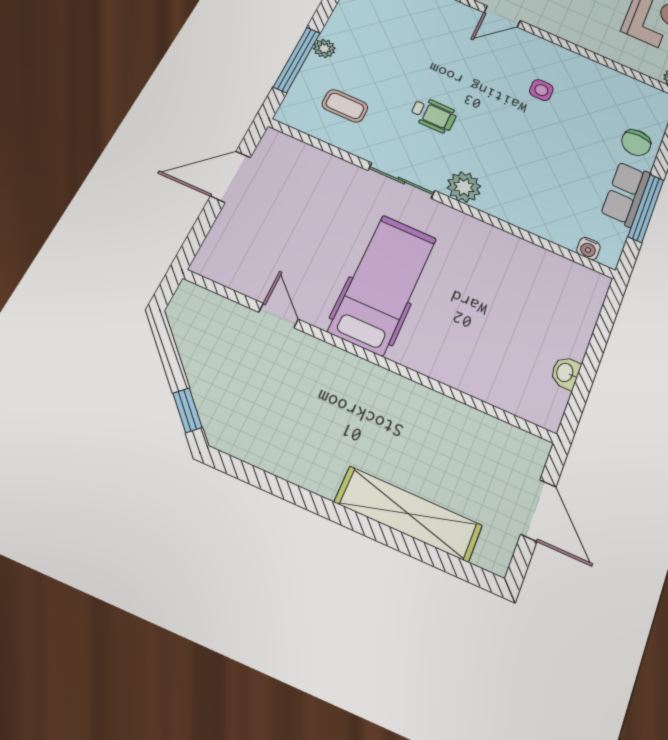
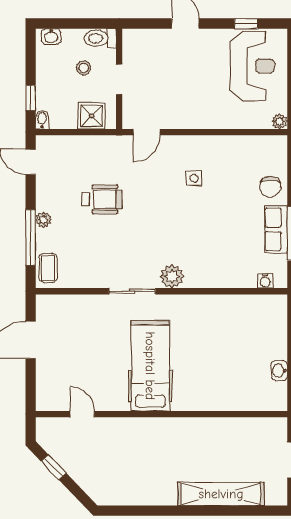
coffee table: (345, 106) -> (48, 268), moved, turned 90
wheelchair: (434, 115) -> (102, 199), moved, width x1.36, depth x1.37
door: (279, 316) -> (82, 414), moved
window: (187, 410) -> (54, 467), moved

